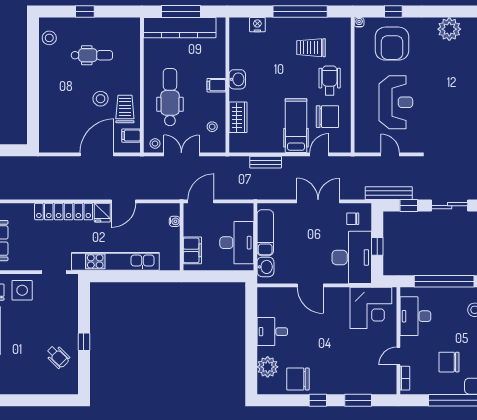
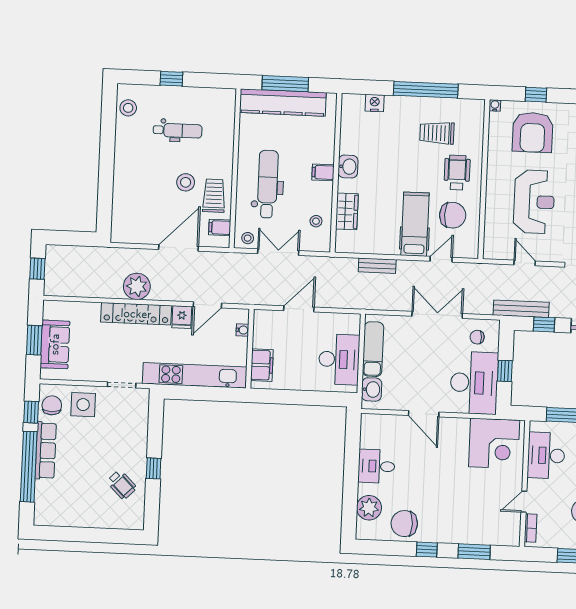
plant: (63, 188) -> (137, 286), added
water cooler: (175, 221) -> (242, 330), moved
wall: (182, 237) -> (250, 349), moved
filing cabinet: (192, 250) -> (262, 365), moved

